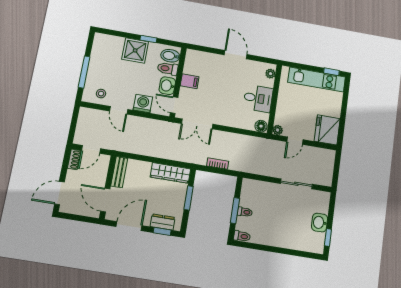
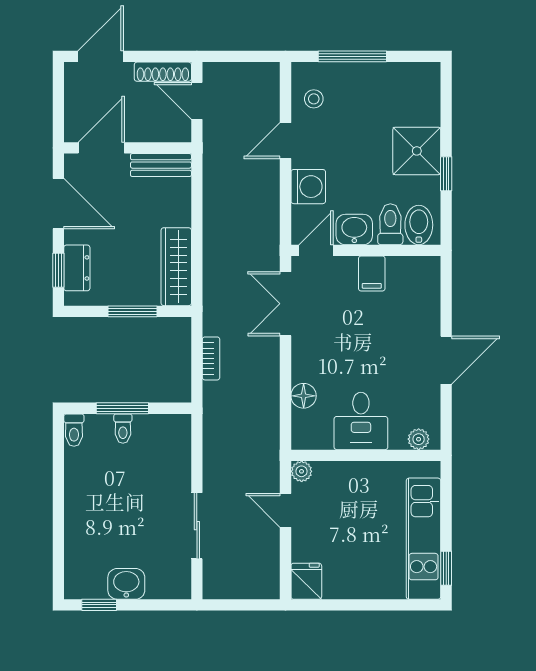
floor lamp: (261, 126) -> (304, 396), moved
fridge: (327, 130) -> (306, 581), width x0.53, depth x0.75
shoe rack: (74, 159) -> (163, 72), width x1.43
door: (59, 193) -> (101, 56), hinge flipped

